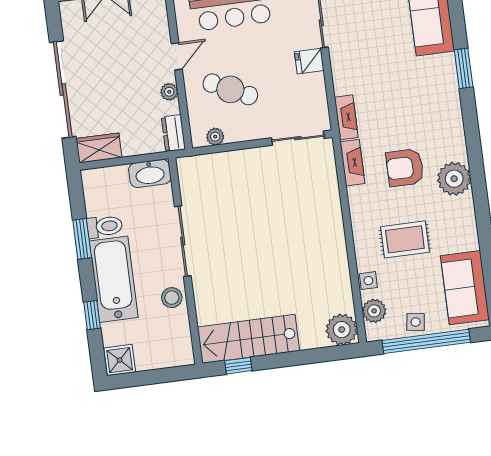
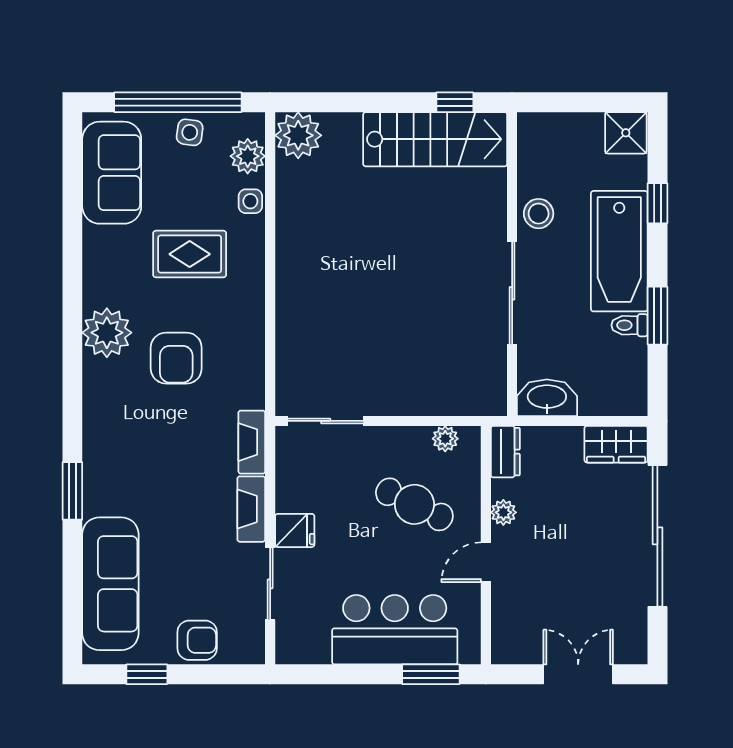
fireplace: (352, 163) -> (251, 509), moved
armchair: (405, 168) -> (176, 358), turned 90
toilet: (105, 226) -> (629, 325), width x0.73, depth x0.72

